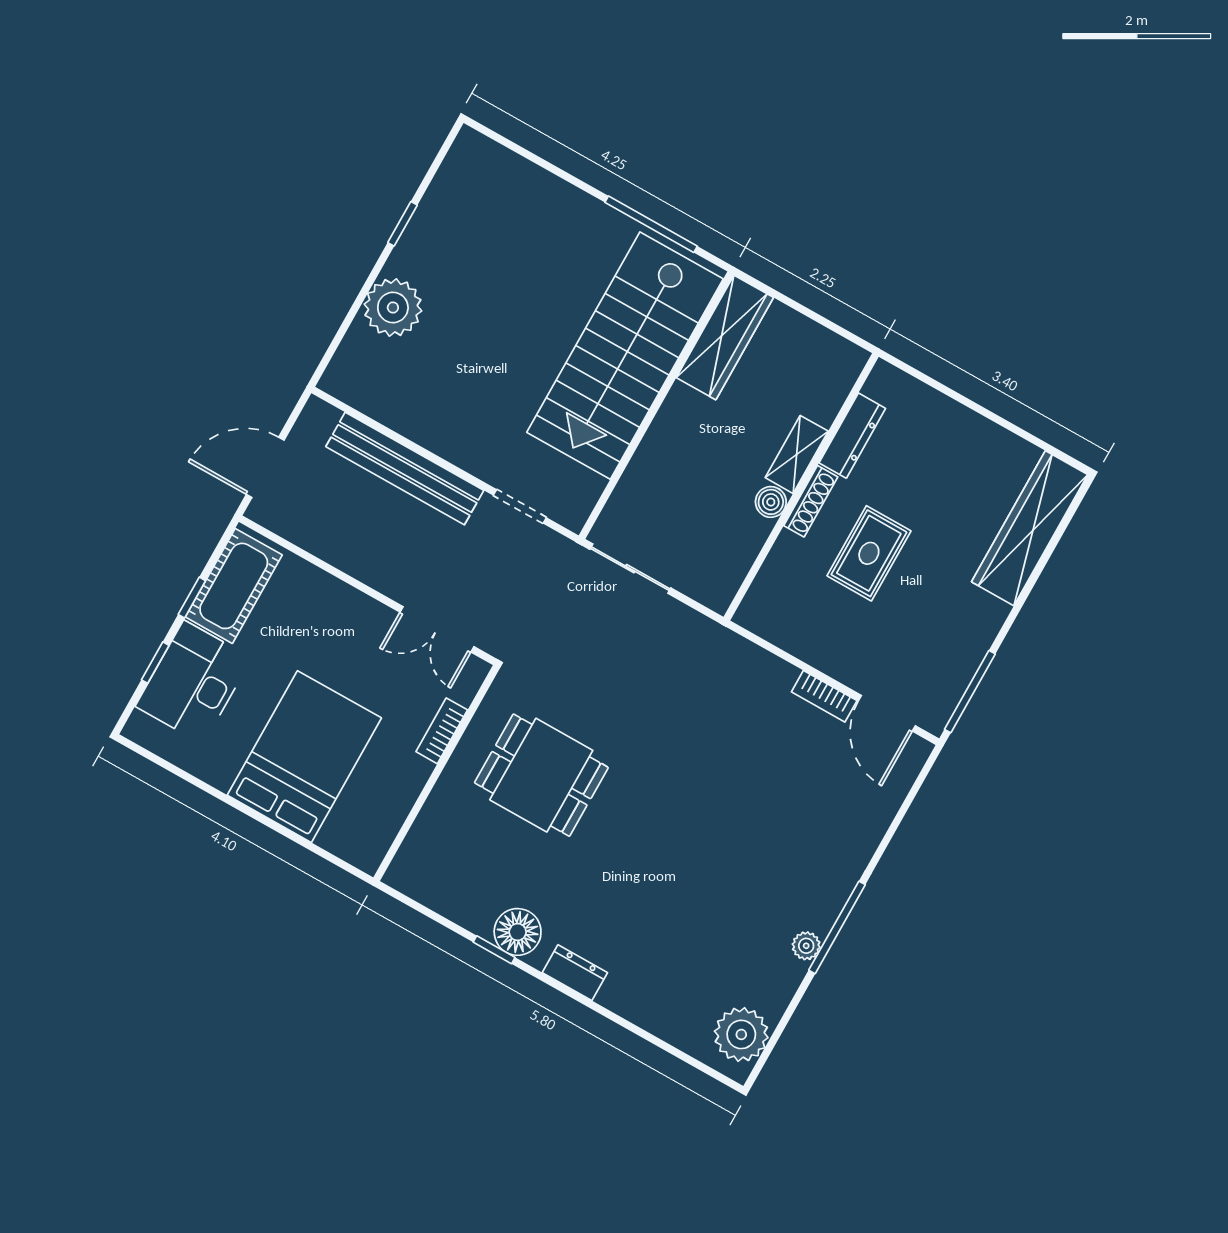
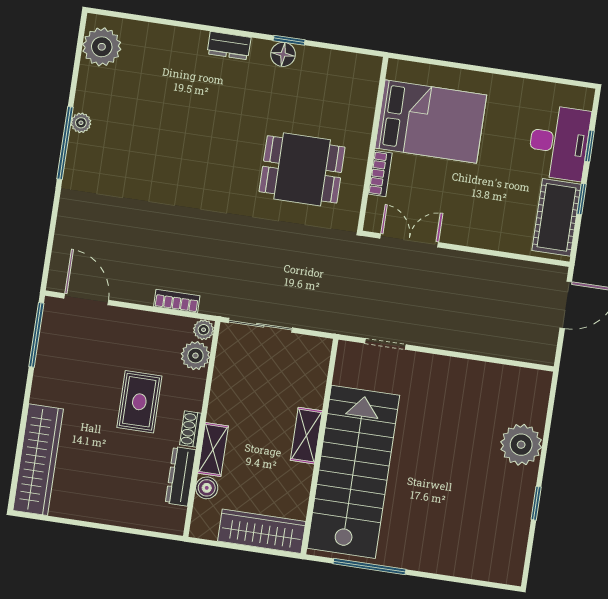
wardrobe: (725, 337) -> (262, 531), moved, turned 90
shelving: (668, 426) -> (306, 436), added
bench: (405, 469) -> (472, 340), removed
shoe rack: (811, 501) -> (191, 429), width x0.70
boiler: (771, 502) -> (207, 488), moved
sliding door: (630, 569) -> (260, 325), moved
plant: (773, 586) -> (195, 356), added
plant: (749, 615) -> (204, 330), added
bookcase: (824, 696) -> (177, 301), moved
bed: (304, 757) -> (431, 122), moved, turned -90
floor lamp: (518, 932) -> (283, 54), width x0.73, depth x0.73

